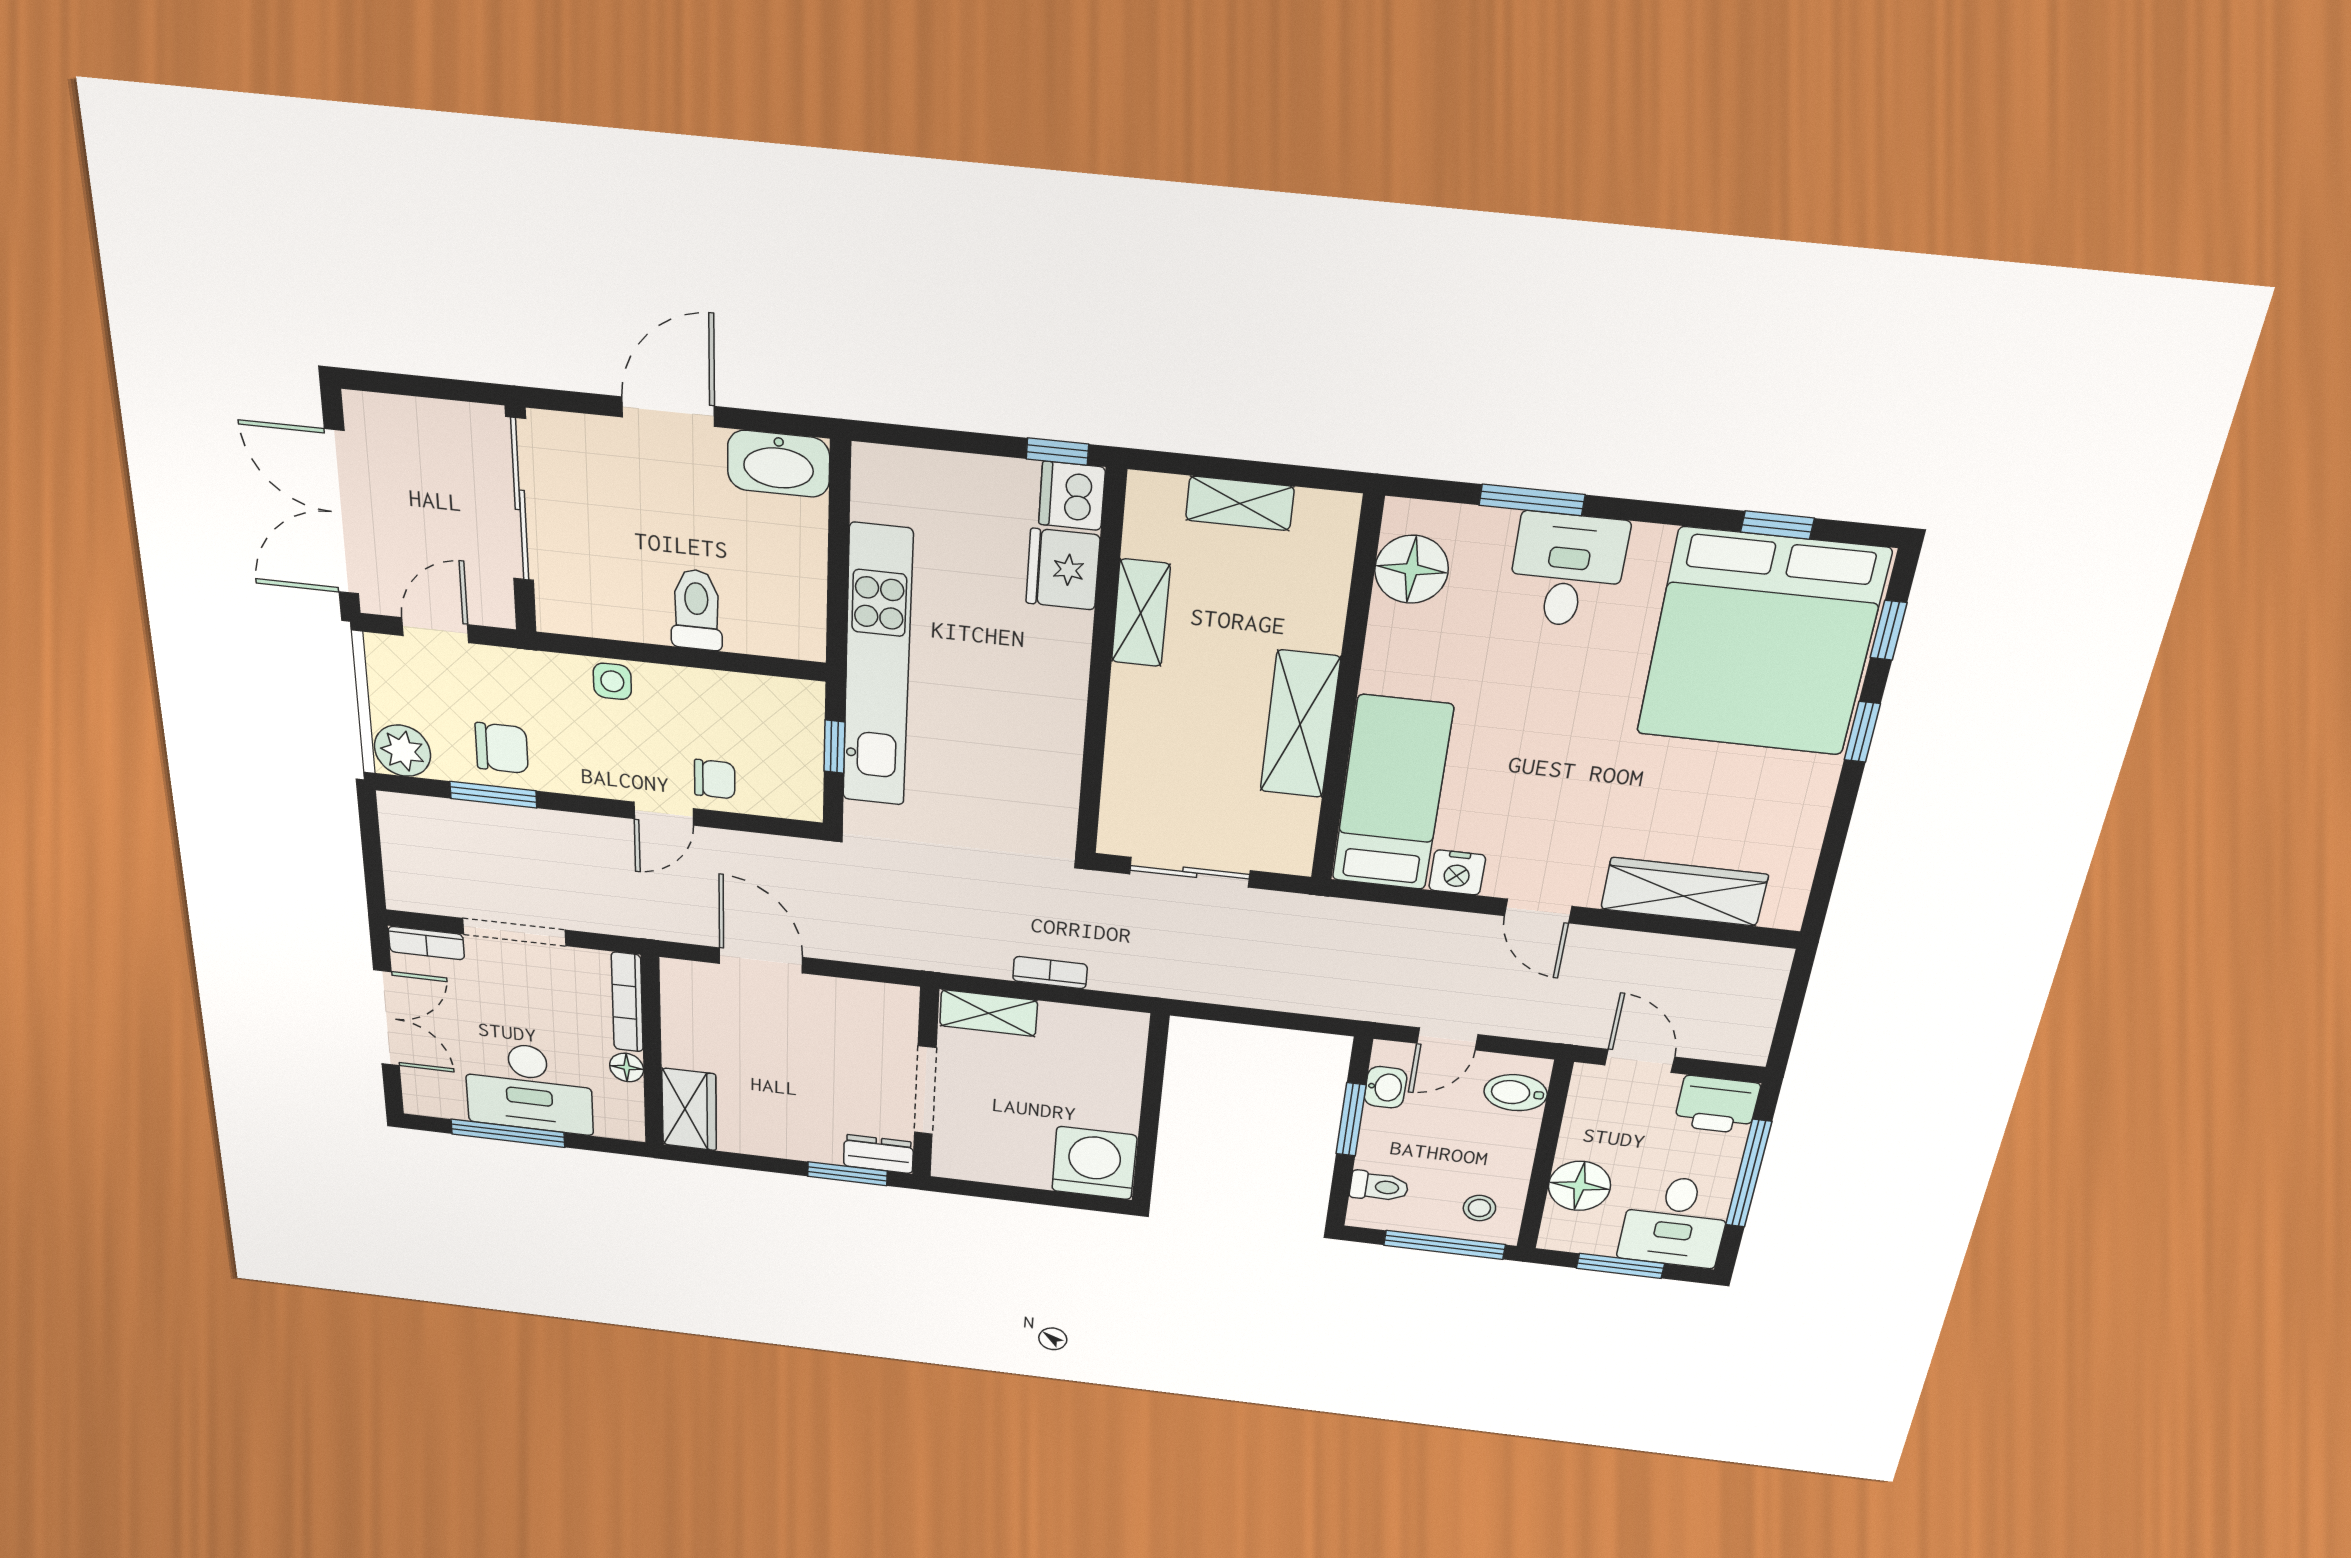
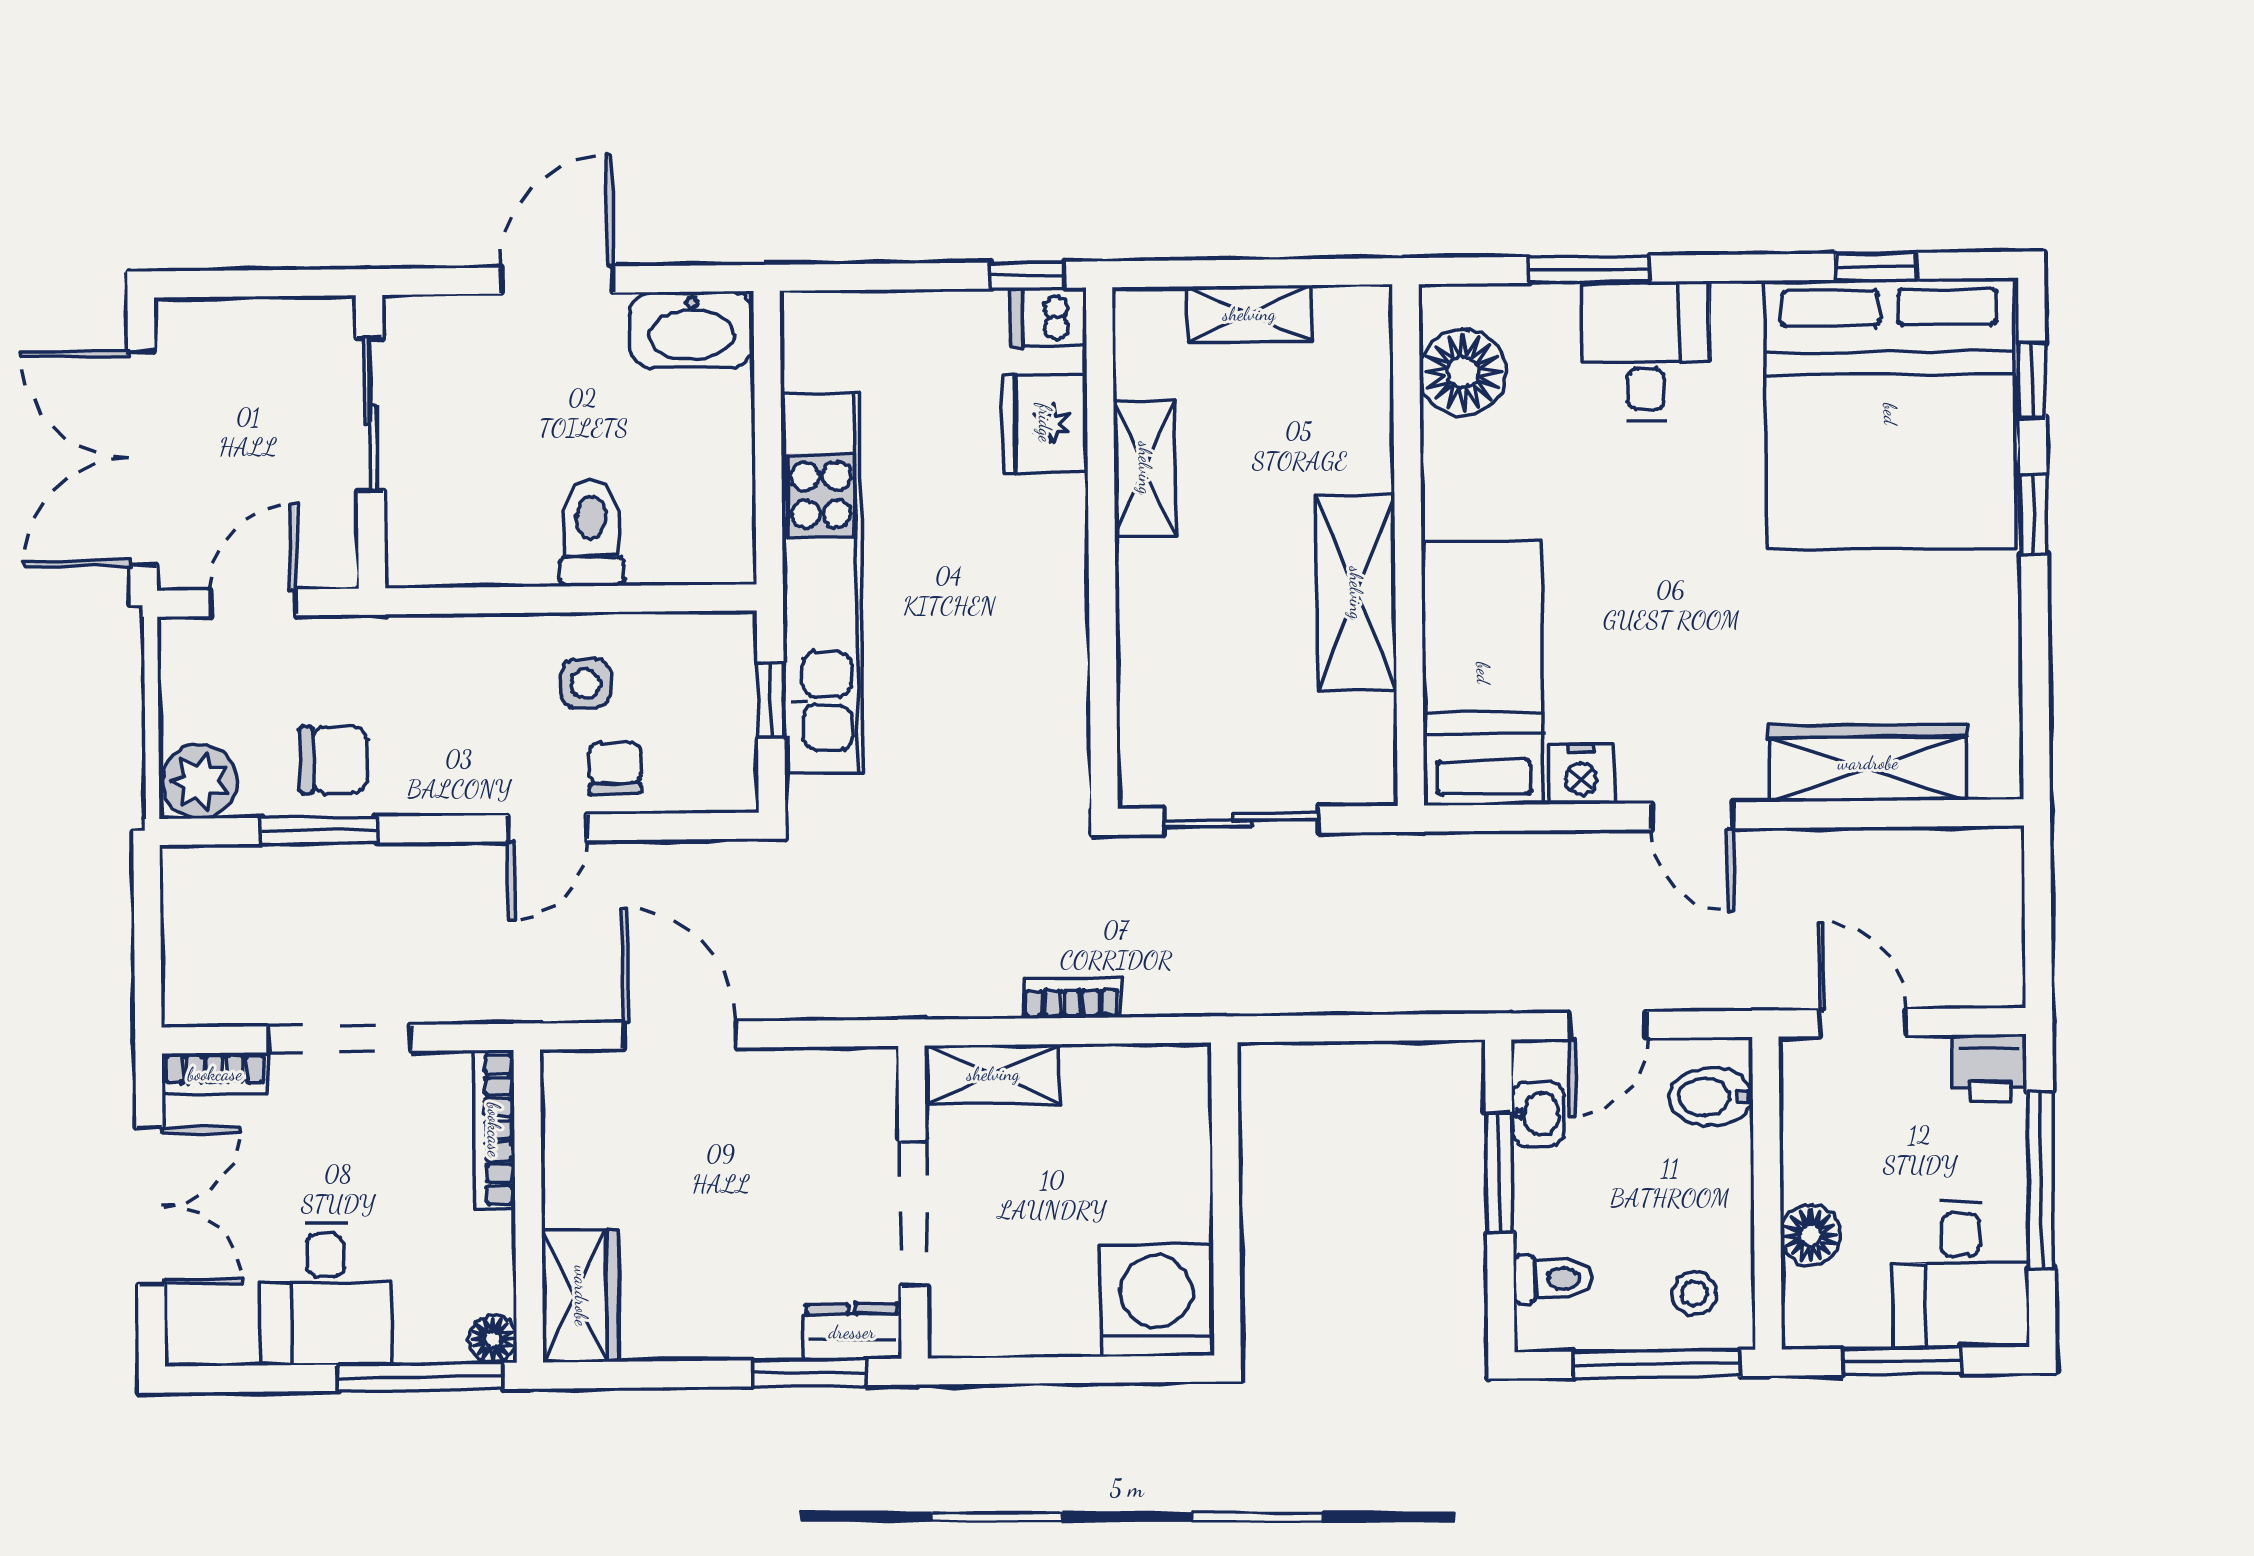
dishwasher: (1072, 496) -> (1049, 317), width x0.73
sliding door: (520, 500) -> (370, 414), width x0.73
side table: (612, 681) -> (585, 683), moved
chair: (715, 779) -> (615, 768), turned -90
floor lamp: (627, 1067) -> (493, 1339), moved
desk: (529, 1087) -> (326, 1294), width x0.73
printer: (1717, 1105) -> (1990, 1068), width x0.73, depth x0.81
window: (508, 1133) -> (420, 1377), moved
floor lamp: (1579, 1186) -> (1811, 1235), width x0.73, depth x0.73

